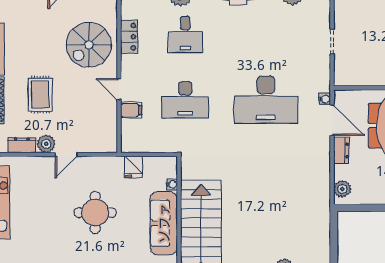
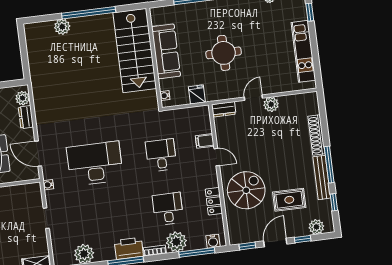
rug: (40, 95) -> (289, 200), moved, turned 90
water cooler: (325, 99) -> (48, 185), moved
desk: (185, 100) -> (161, 155), width x0.73
dresser: (22, 145) -> (224, 109), moved
dresser: (341, 150) -> (26, 117), moved
water cooler: (172, 184) -> (165, 96), moved

